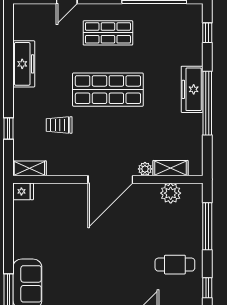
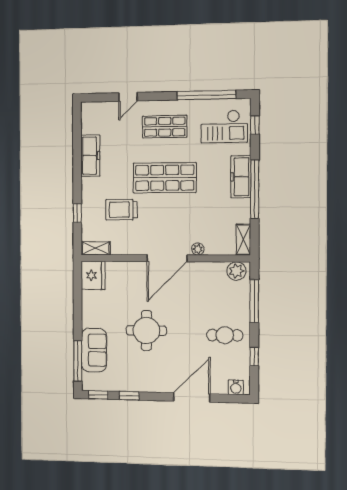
checkout: (174, 34) -> (224, 127), added
trolley: (59, 125) -> (122, 210), width x1.36, depth x1.39
shelving: (171, 168) -> (243, 240), moved, turned 90
fridge: (23, 191) -> (93, 275), width x1.88, depth x1.34
plant: (171, 193) -> (236, 271), moved
round table: (87, 261) -> (146, 330), added

